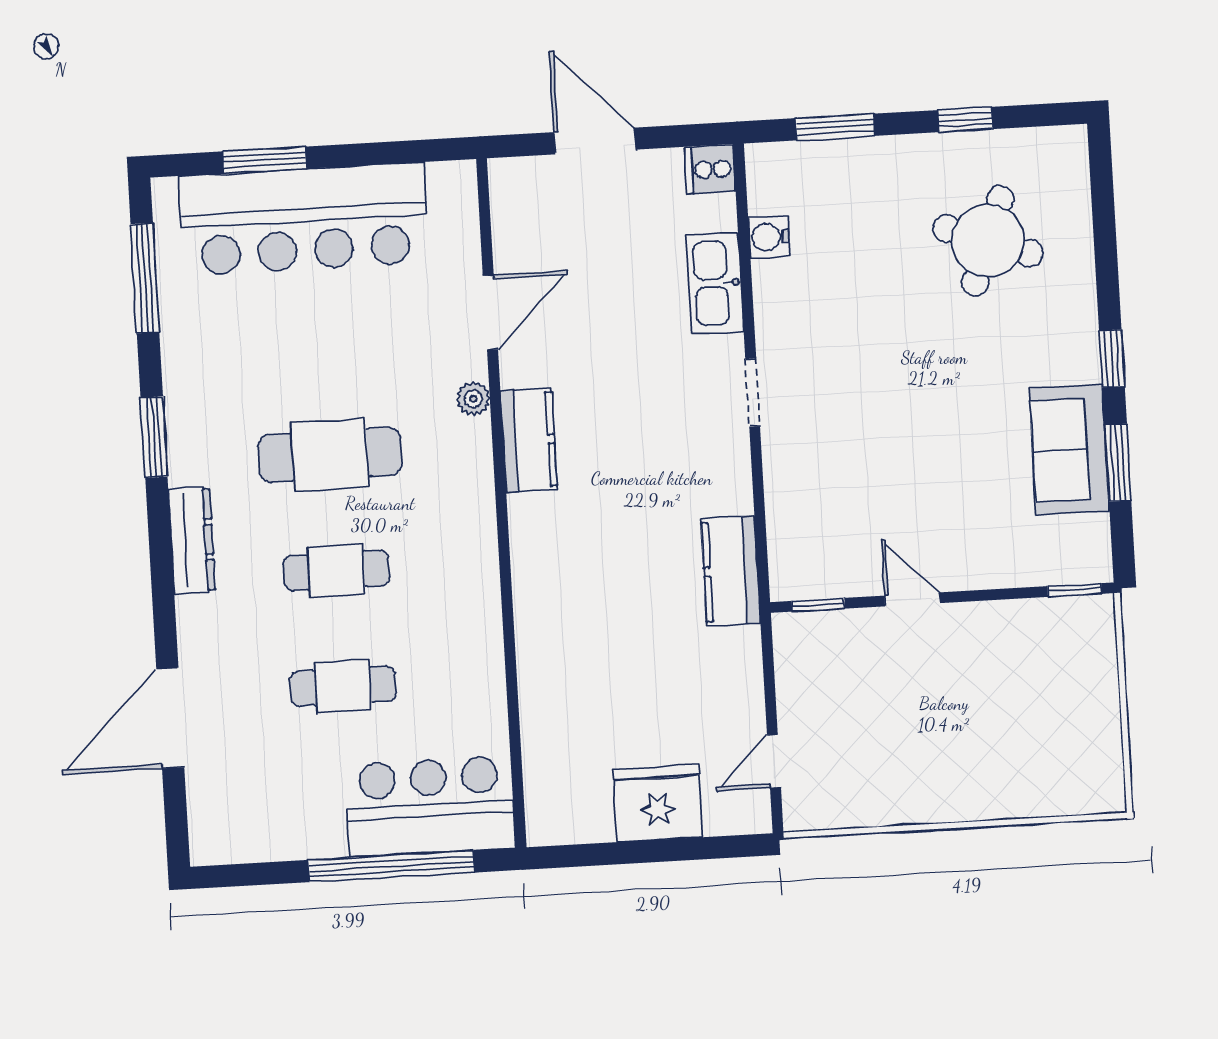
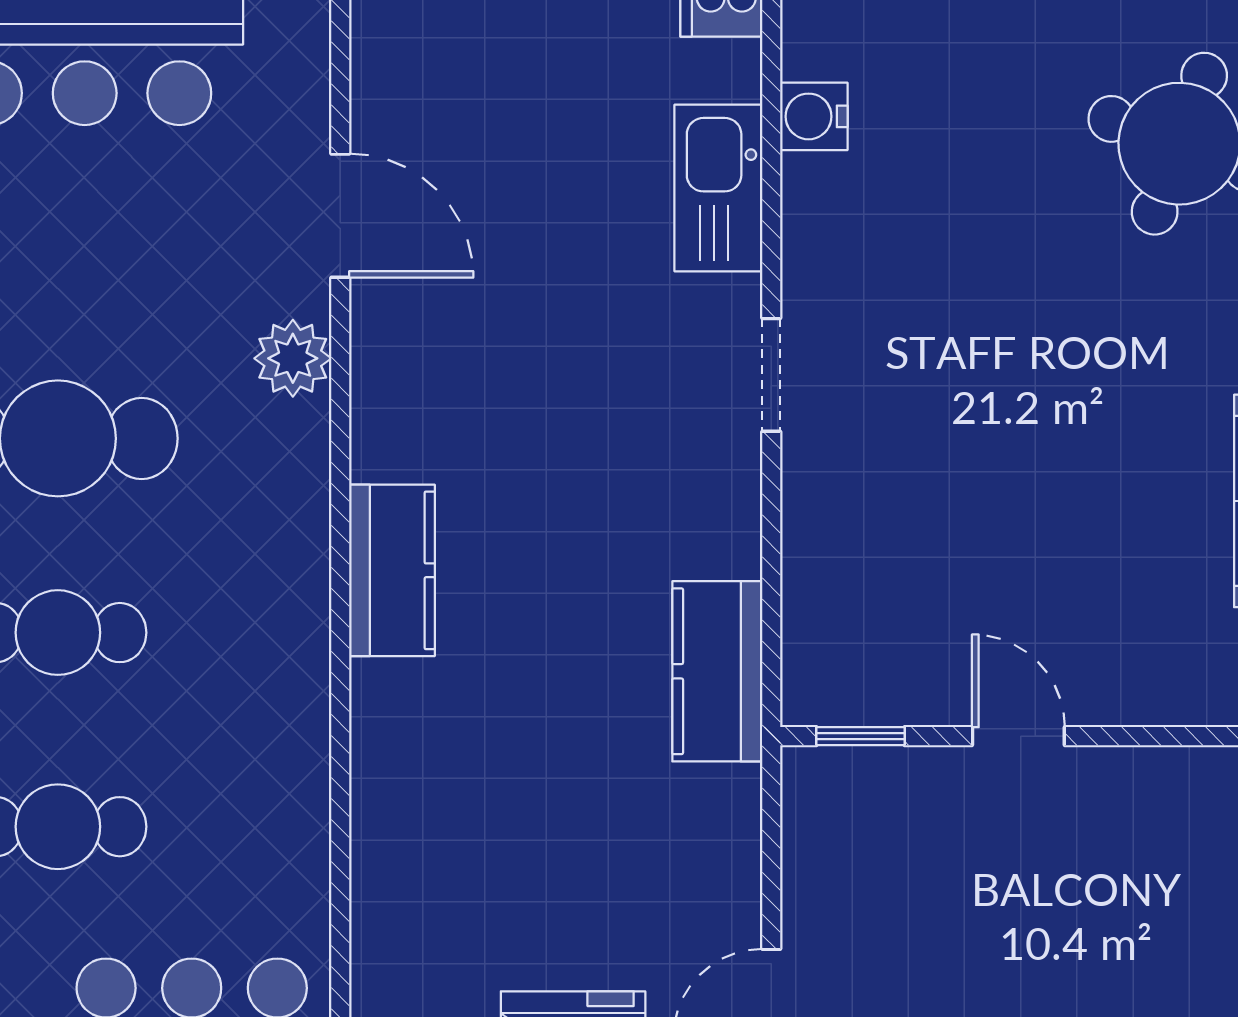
door: (490, 312) -> (340, 216), hinge flipped
plant: (473, 399) -> (293, 358), width x1.38, depth x1.38
kitchen counter: (529, 440) -> (392, 570), moved

